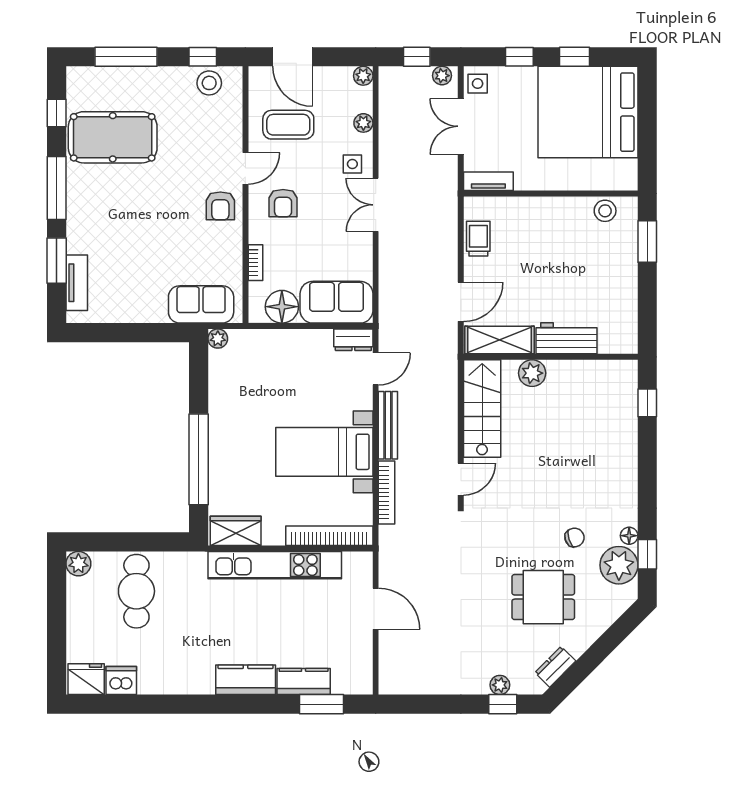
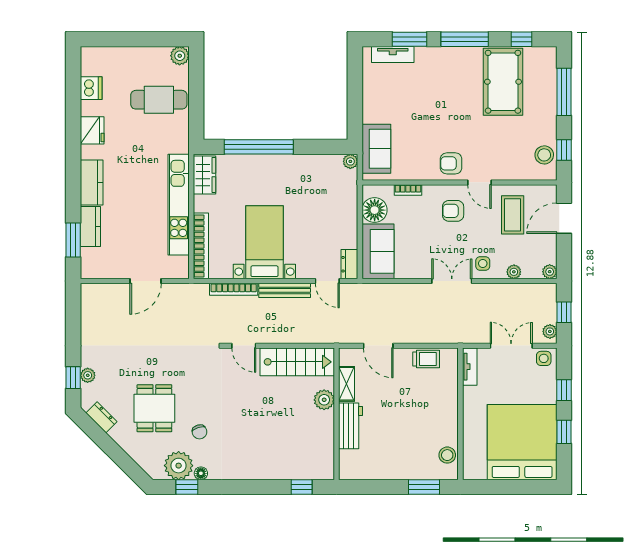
shelving: (499, 340) -> (347, 384), width x0.67, depth x0.75
fridge: (86, 679) -> (92, 130), moved

